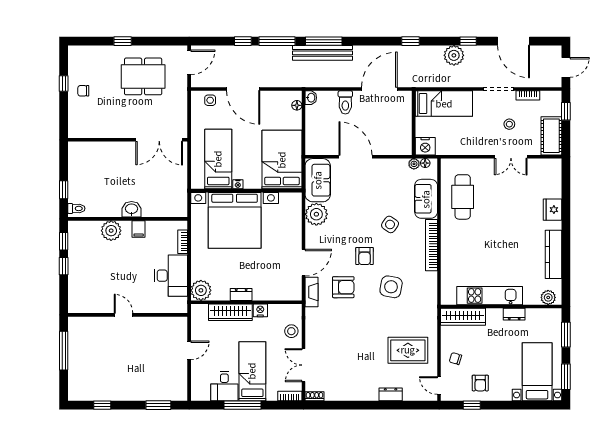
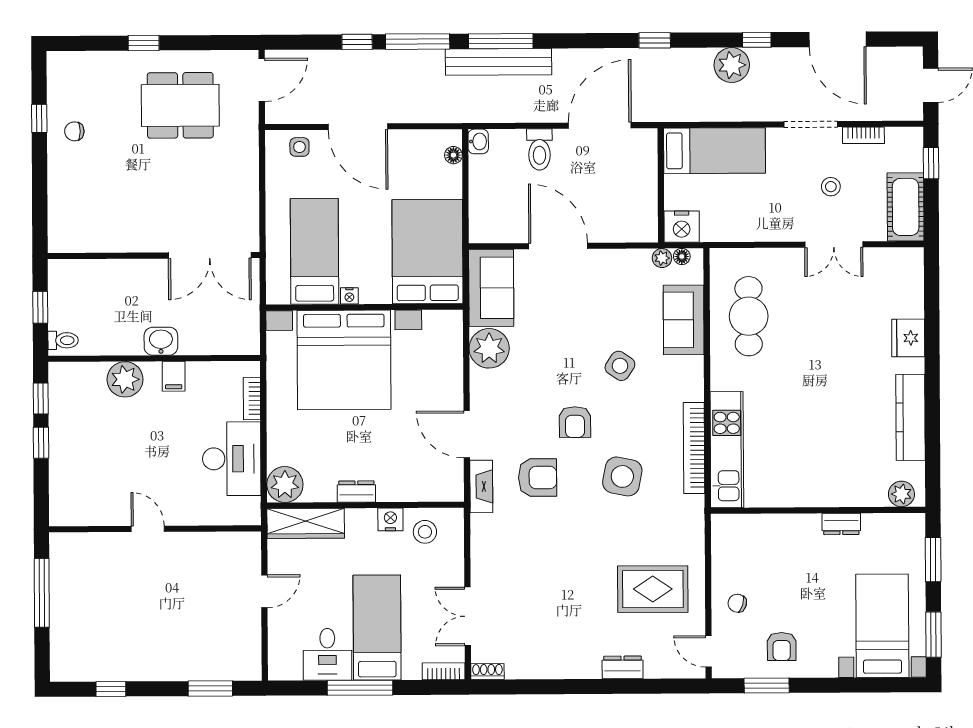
wall: (128, 140) -> (154, 256), moved
double door: (159, 140) -> (210, 255), moved
bookcase: (432, 245) -> (694, 448), moved
door: (303, 263) -> (467, 434), swing flipped
kitchen unit: (490, 296) -> (727, 450), moved, turned 90
wardrobe: (230, 312) -> (306, 523), moved
wardrobe: (463, 317) -> (750, 529), removed
stool: (291, 331) -> (425, 532), moved
window: (472, 405) -> (767, 686), width x1.50

